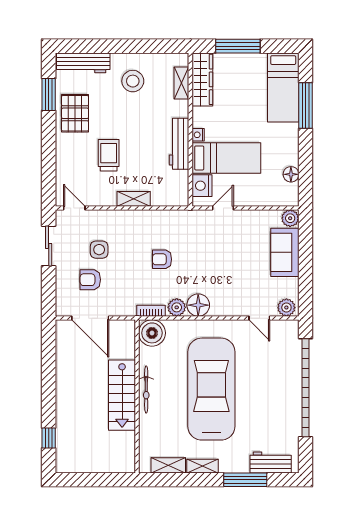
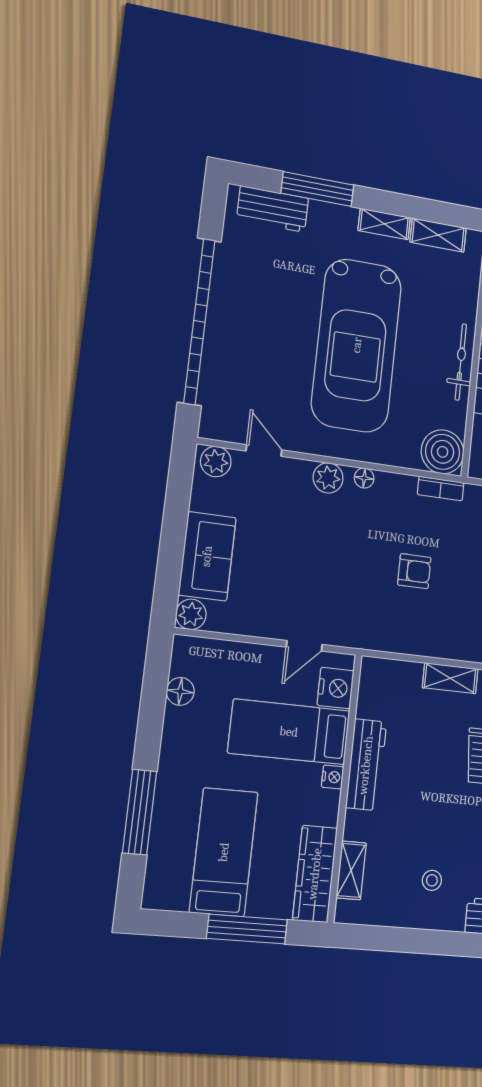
stool: (133, 81) -> (432, 880), width x0.53, depth x0.53
bed: (283, 87) -> (224, 852), moved
floor lamp: (198, 305) -> (364, 478), width x0.53, depth x0.53
plant: (177, 307) -> (328, 478), moved

